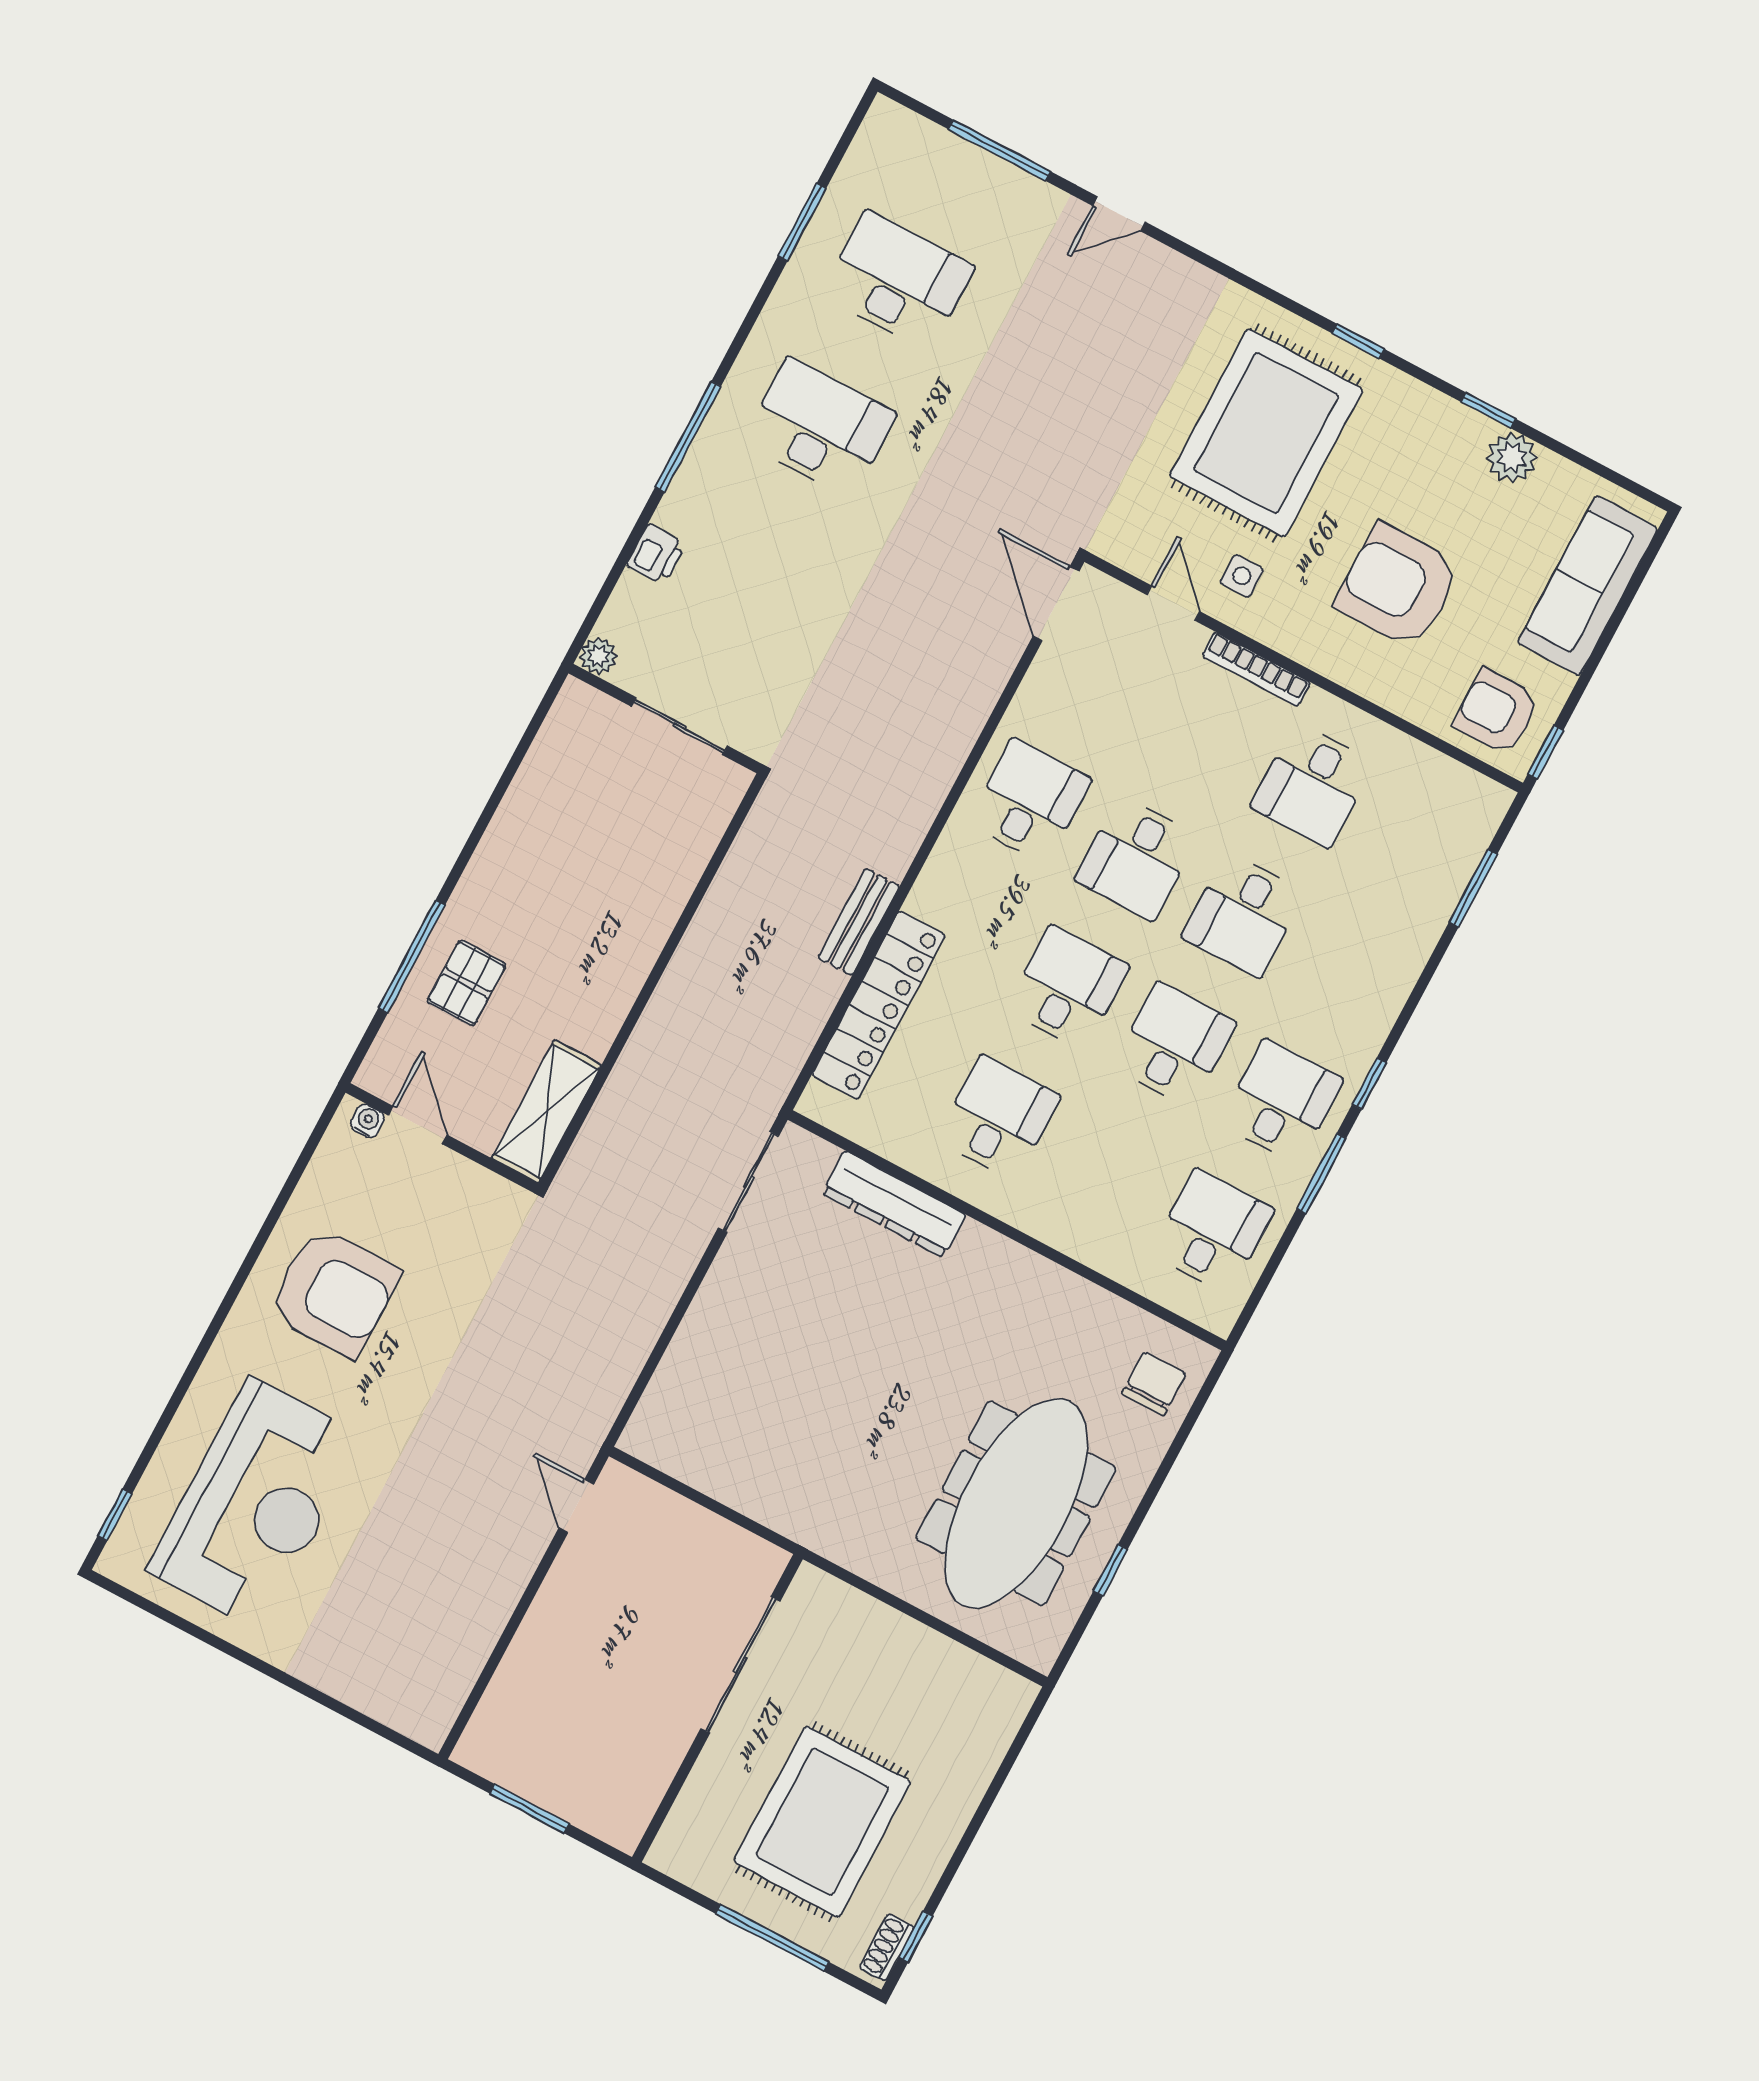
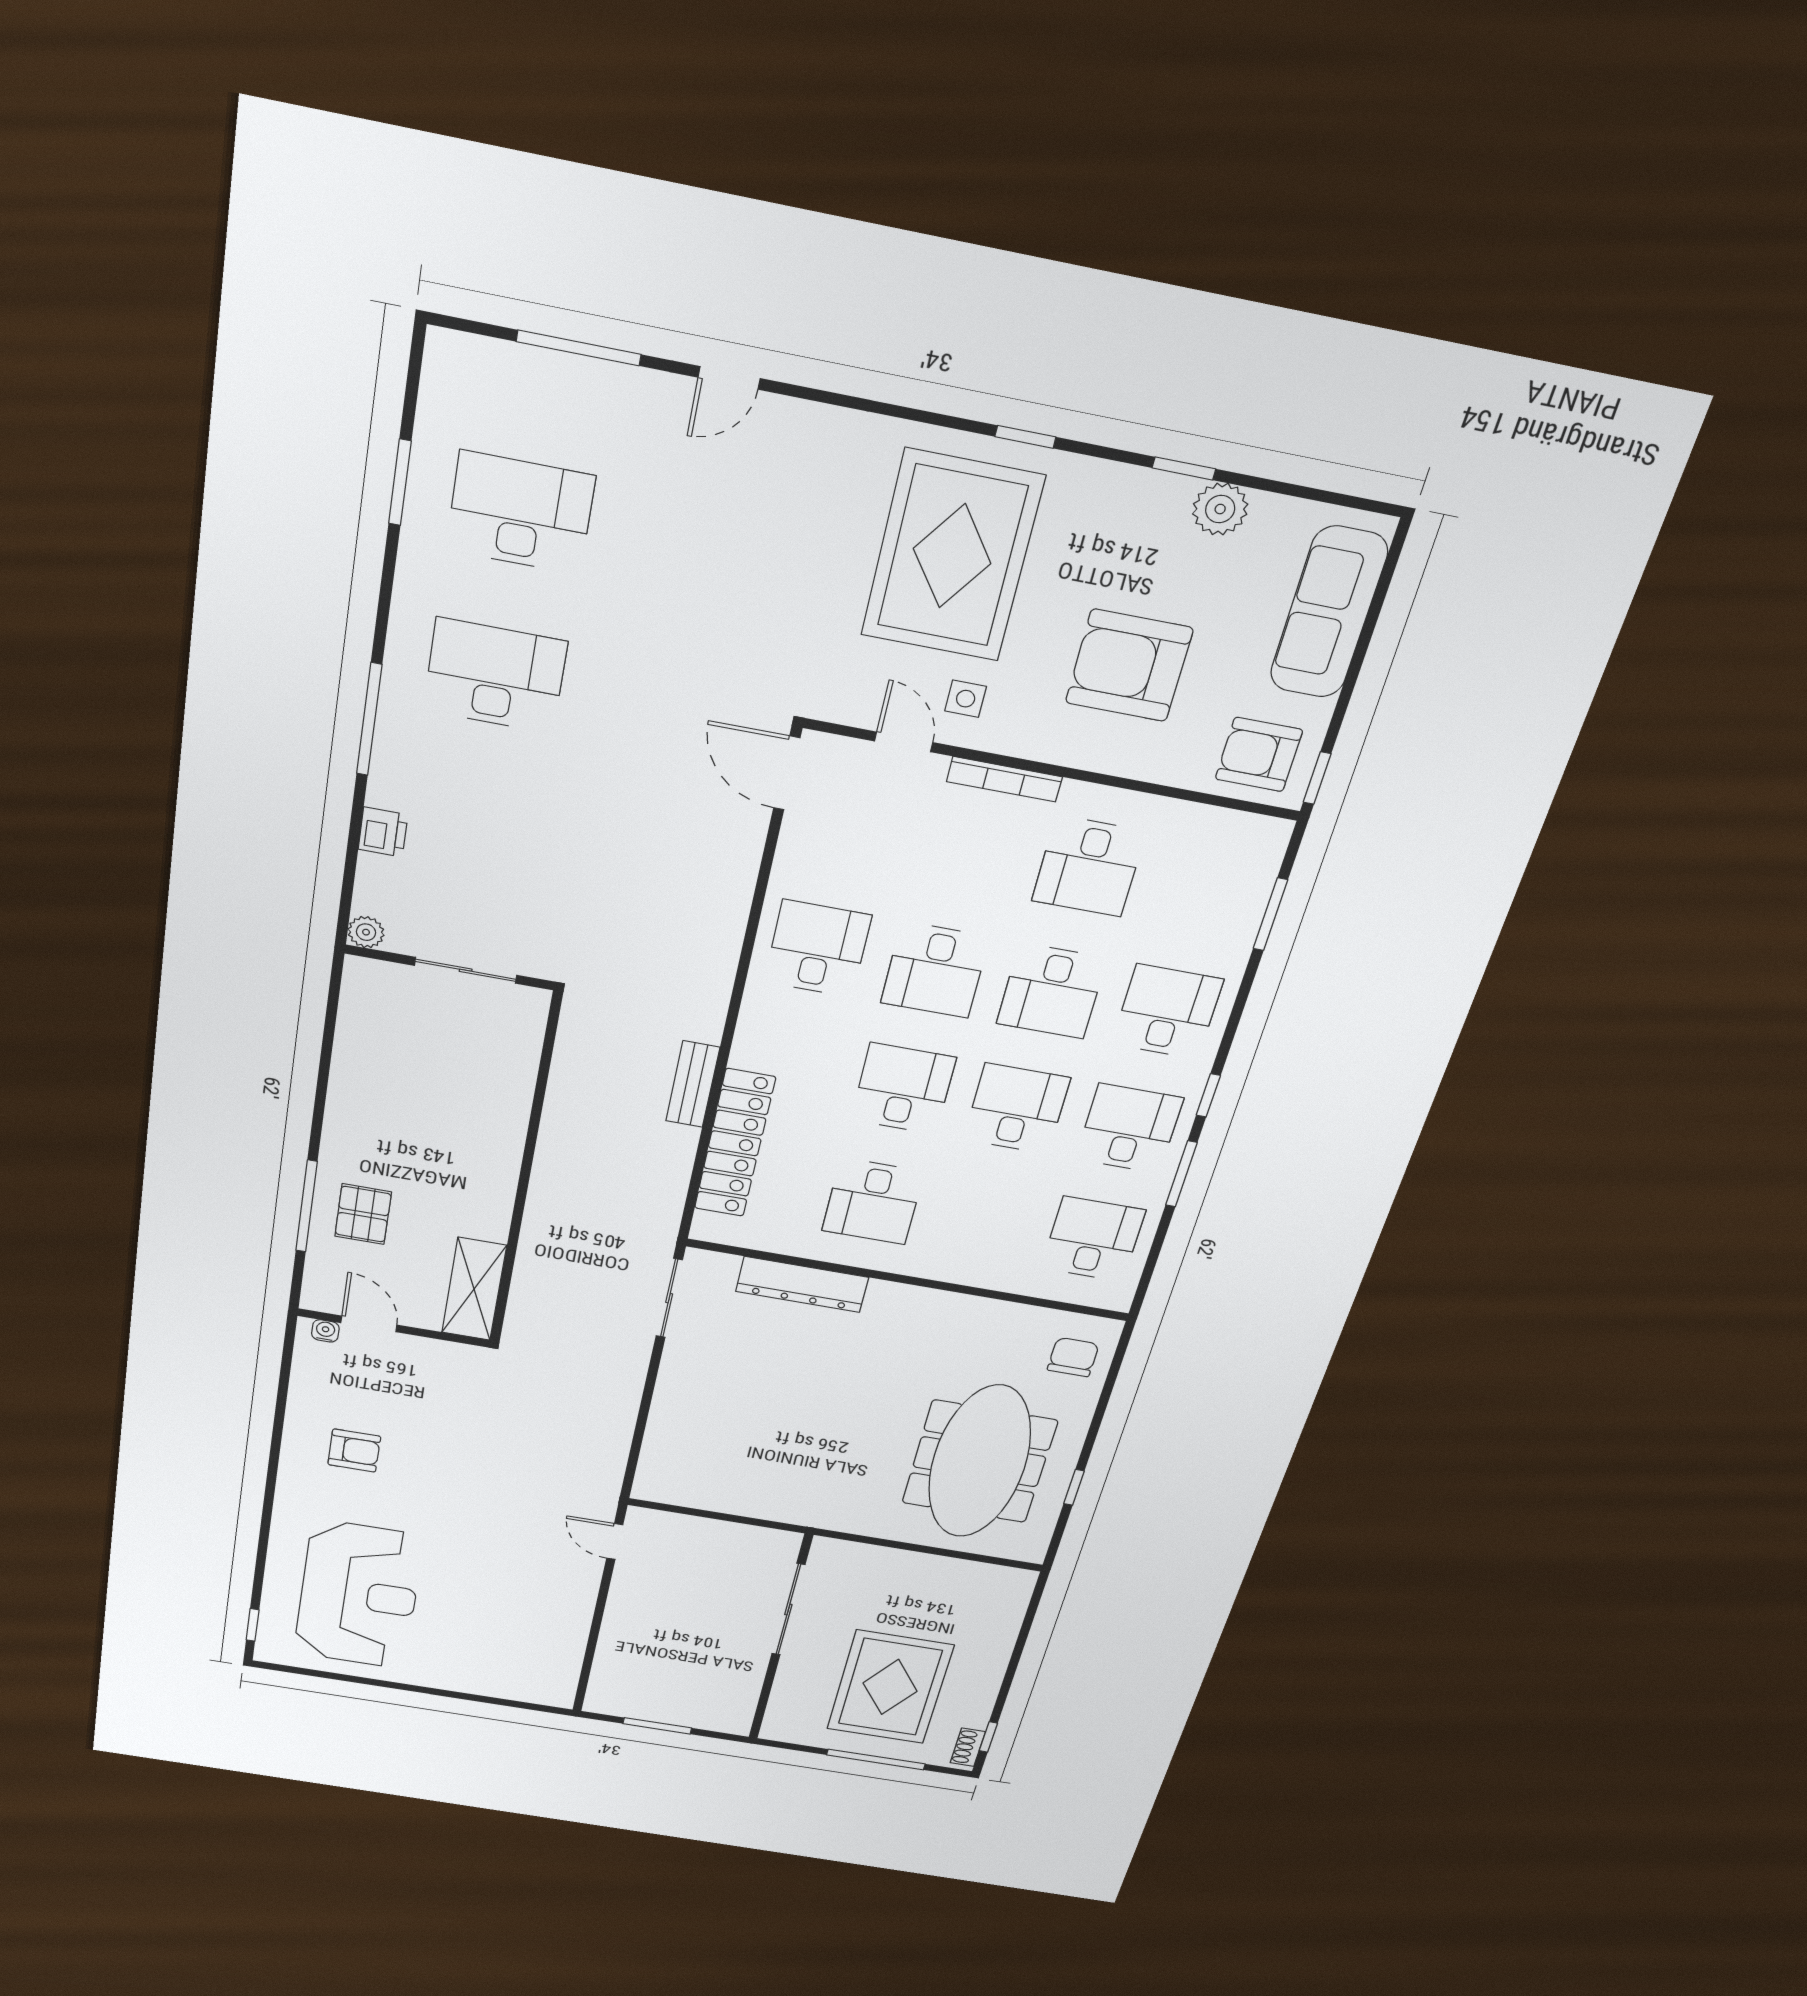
desk: (1350, 972) -> (1167, 1012), added
desk: (998, 1118) -> (873, 1201), turned 180
armchair: (334, 1292) -> (354, 1451), width x0.53, depth x0.53

